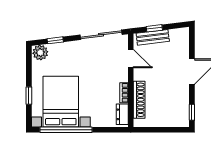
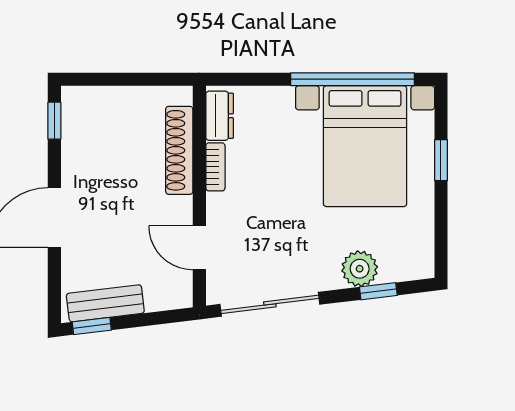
window: (154, 28) -> (92, 326), moved
bench: (153, 37) -> (105, 303), moved
plant: (40, 53) -> (360, 269), moved

